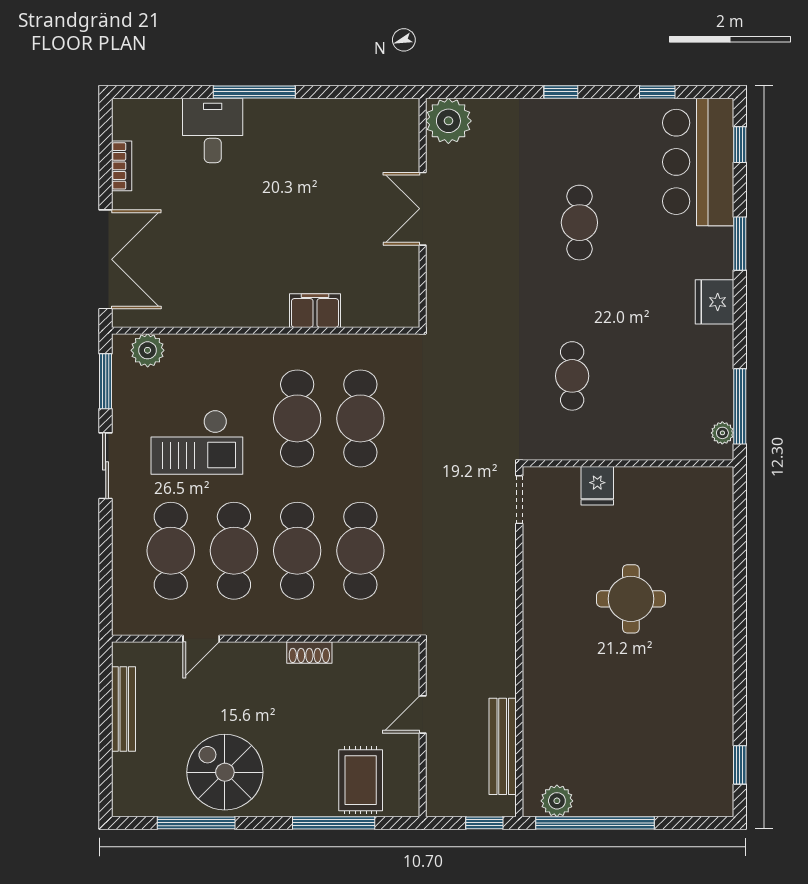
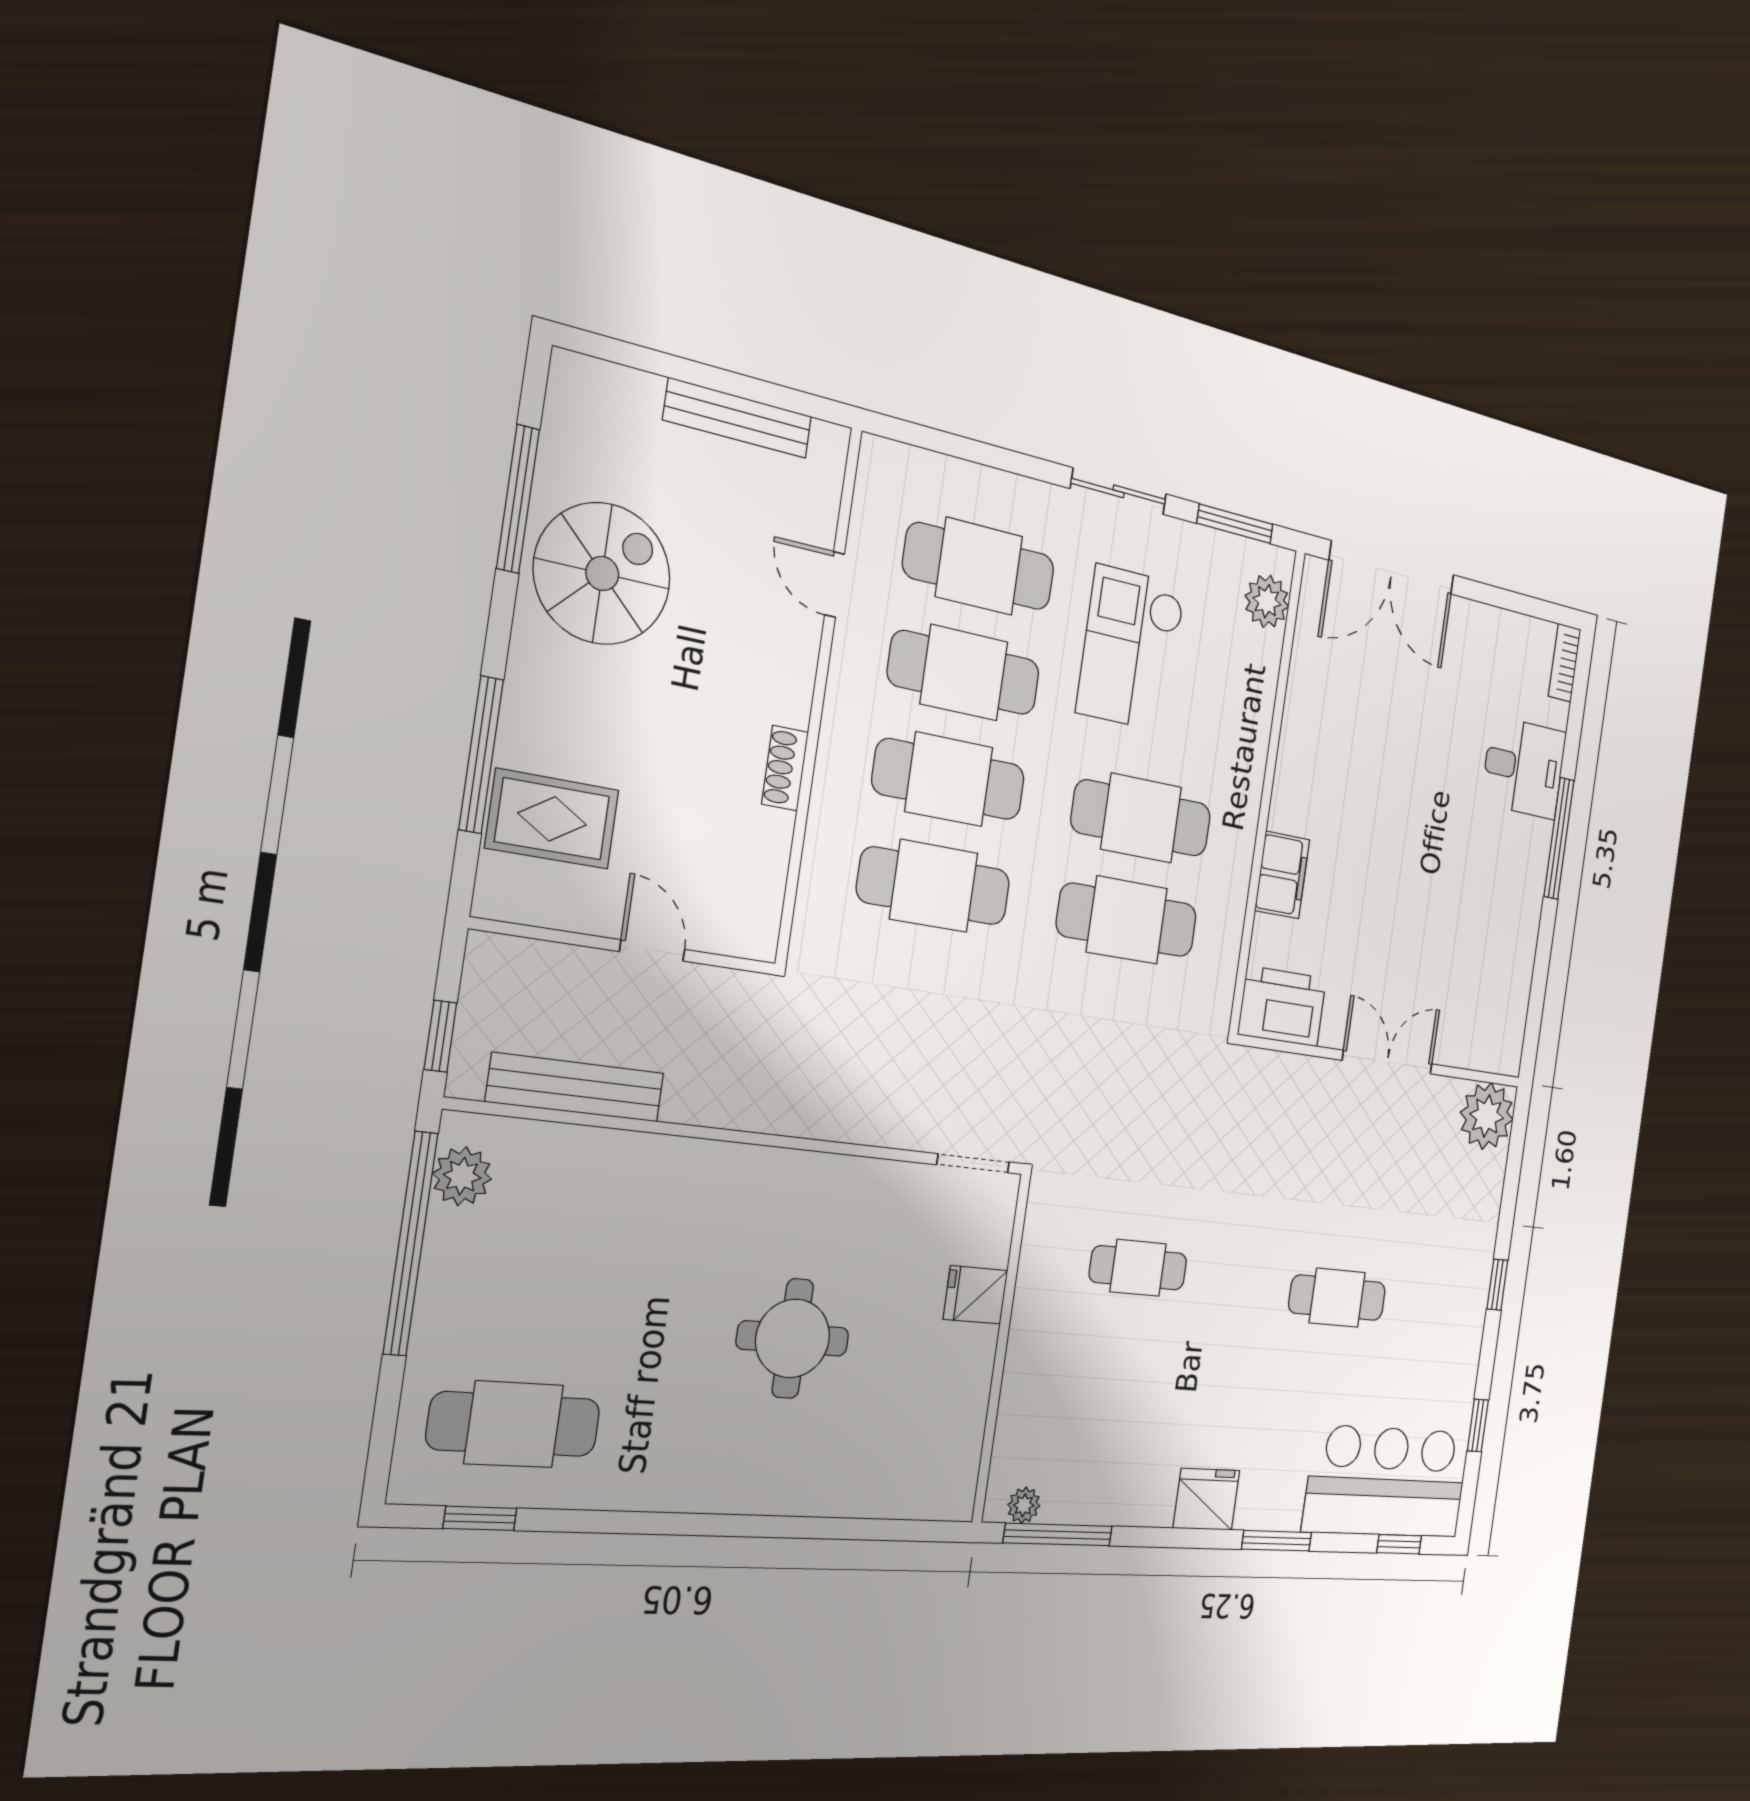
bookcase: (122, 166) -> (1565, 663), moved, turned 90
printer: (397, 297) -> (1282, 1006), added
cafe table: (688, 754) -> (514, 1424), added

